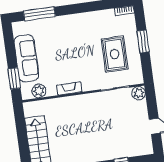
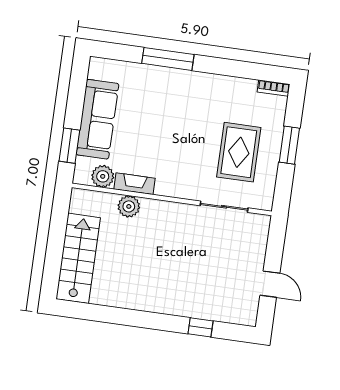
window: (39, 14) -> (168, 59), moved
fireplace: (69, 88) -> (134, 184), moved
plant: (139, 93) -> (129, 206), moved

